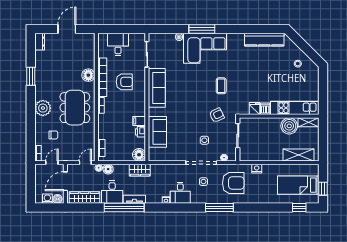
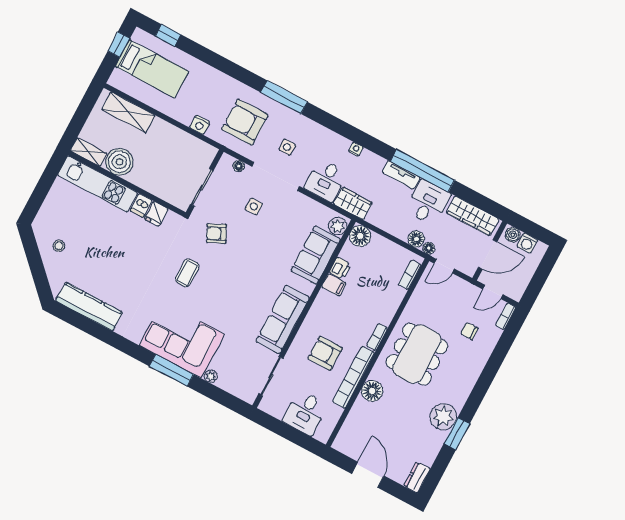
door: (67, 29) -> (368, 475), swing flipped
plant: (43, 108) -> (443, 417), moved
plant: (154, 154) -> (338, 226), added
wardrobe: (140, 170) -> (353, 203), moved
desk: (180, 193) -> (326, 180), moved, turned 180

